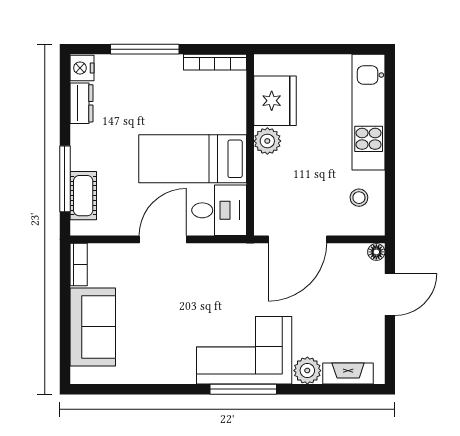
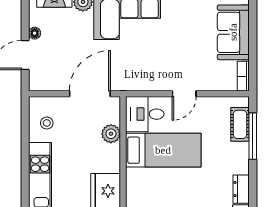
plant: (267, 141) -> (111, 134), moved
door: (163, 239) -> (184, 94), width x0.73
floor lamp: (376, 252) -> (35, 33), moved

